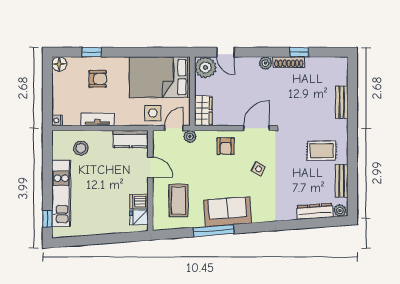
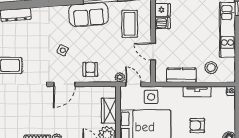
wardrobe: (203, 111) -> (109, 111), moved
door: (174, 128) -> (133, 84), swing flipped
kitchen counter: (131, 139) -> (181, 75), moved

